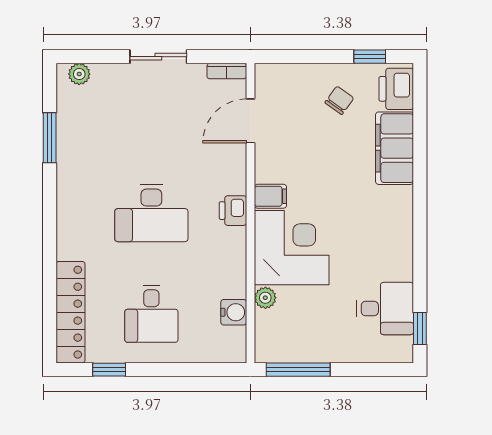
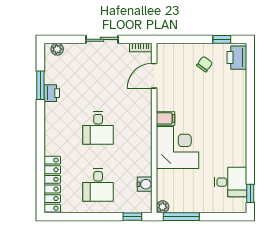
filing cabinet: (395, 148) -> (236, 91), removed
printer: (233, 211) -> (52, 93), moved, turned 180
desk: (151, 213) -> (98, 128), width x0.73
plant: (265, 298) -> (163, 207), moved
window: (109, 370) -> (132, 217), moved

